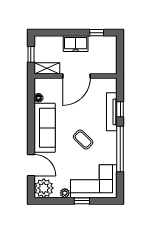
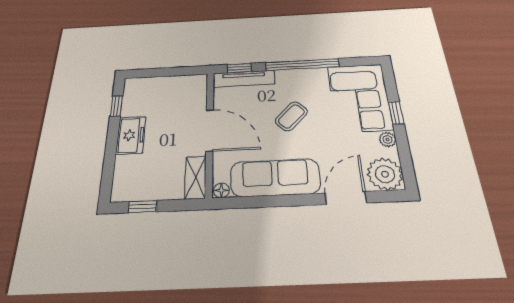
shelving: (47, 68) -> (195, 177), moved
door: (76, 76) -> (210, 130), moved
wall: (76, 76) -> (210, 132), moved

